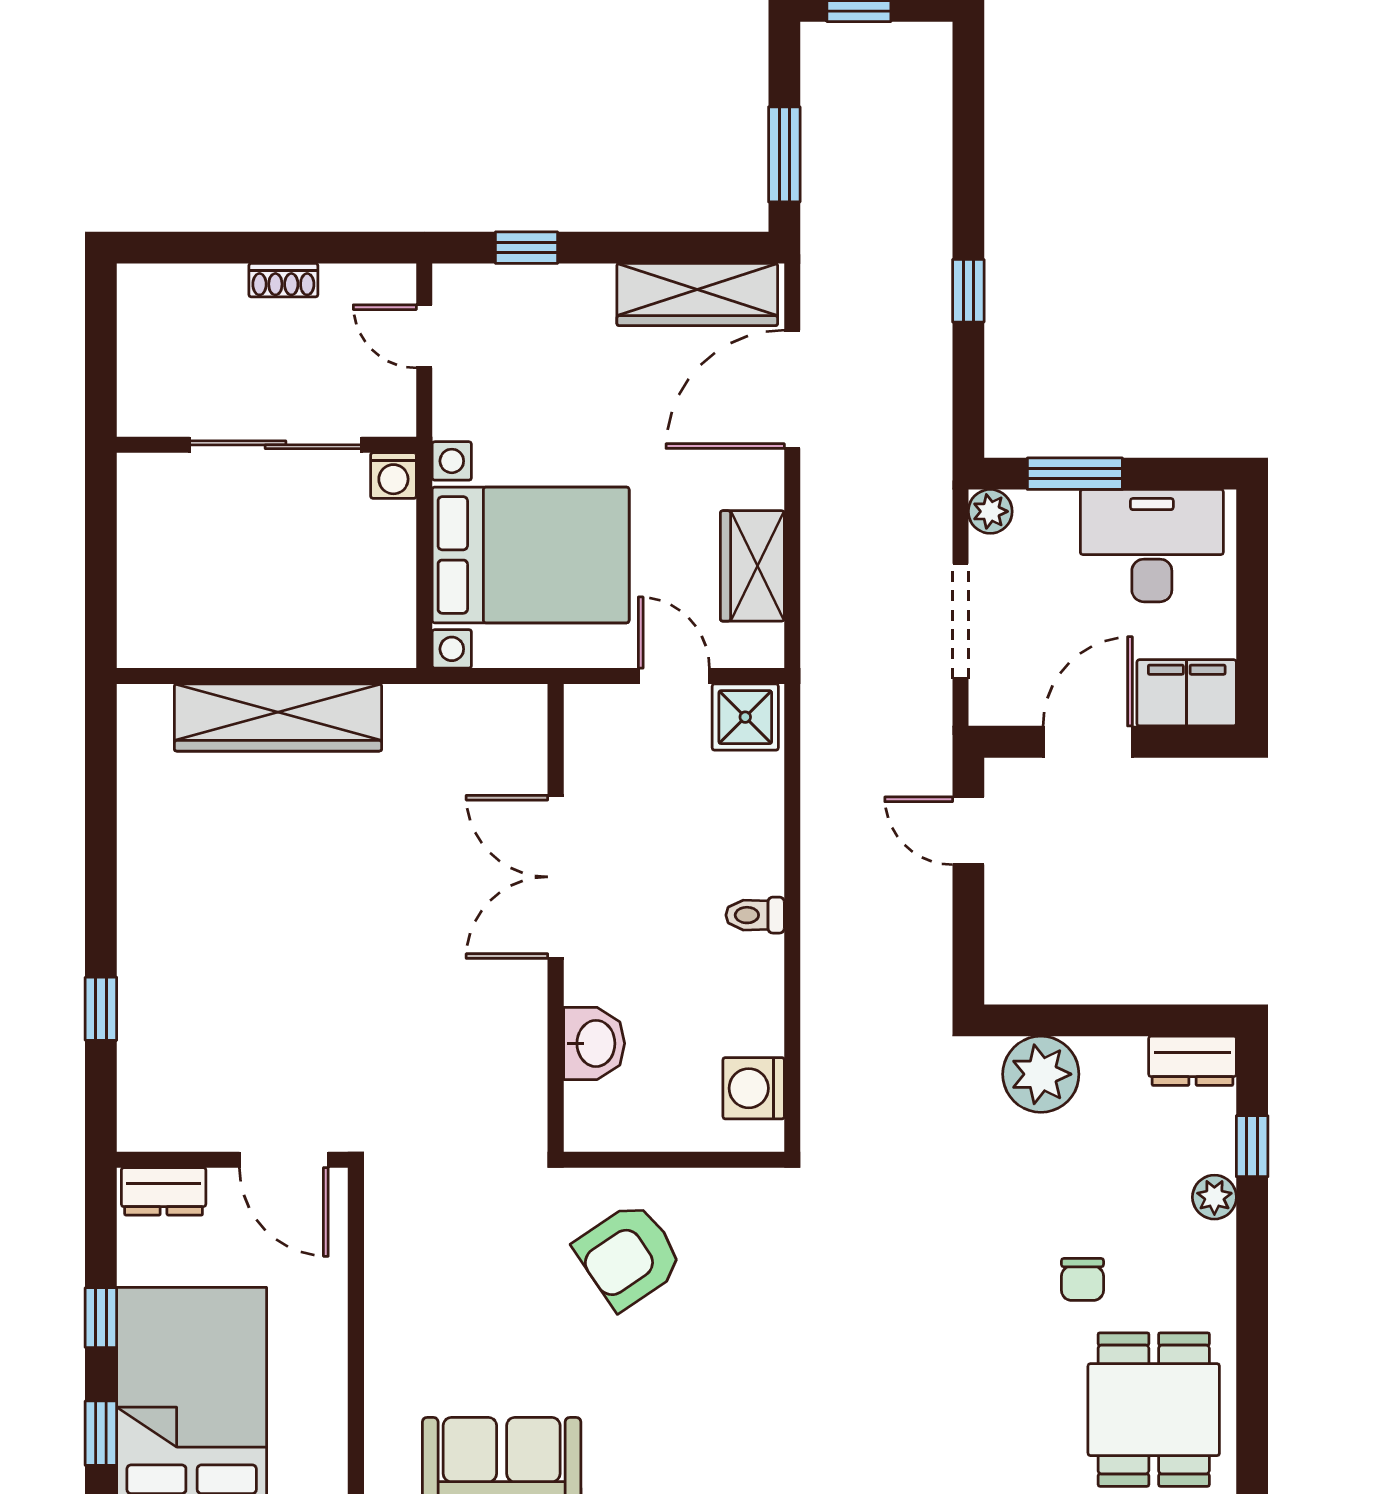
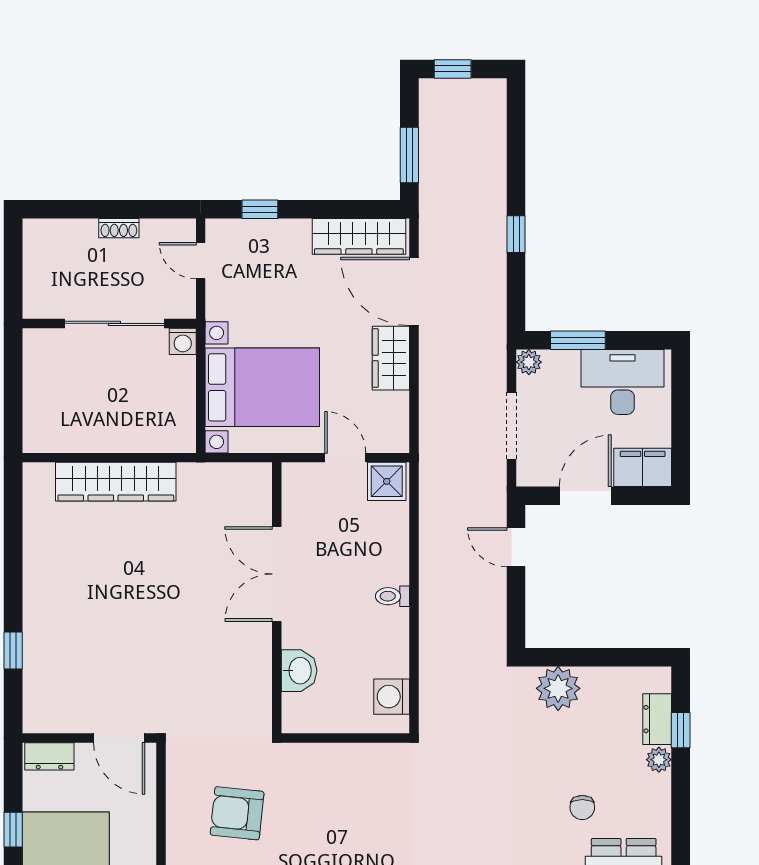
door: (792, 389) -> (414, 291), hinge flipped
wardrobe: (752, 566) -> (391, 358), moved
dresser: (1193, 1061) -> (657, 719), moved, turned 90
armchair: (629, 1256) -> (237, 813), moved, turned 40

